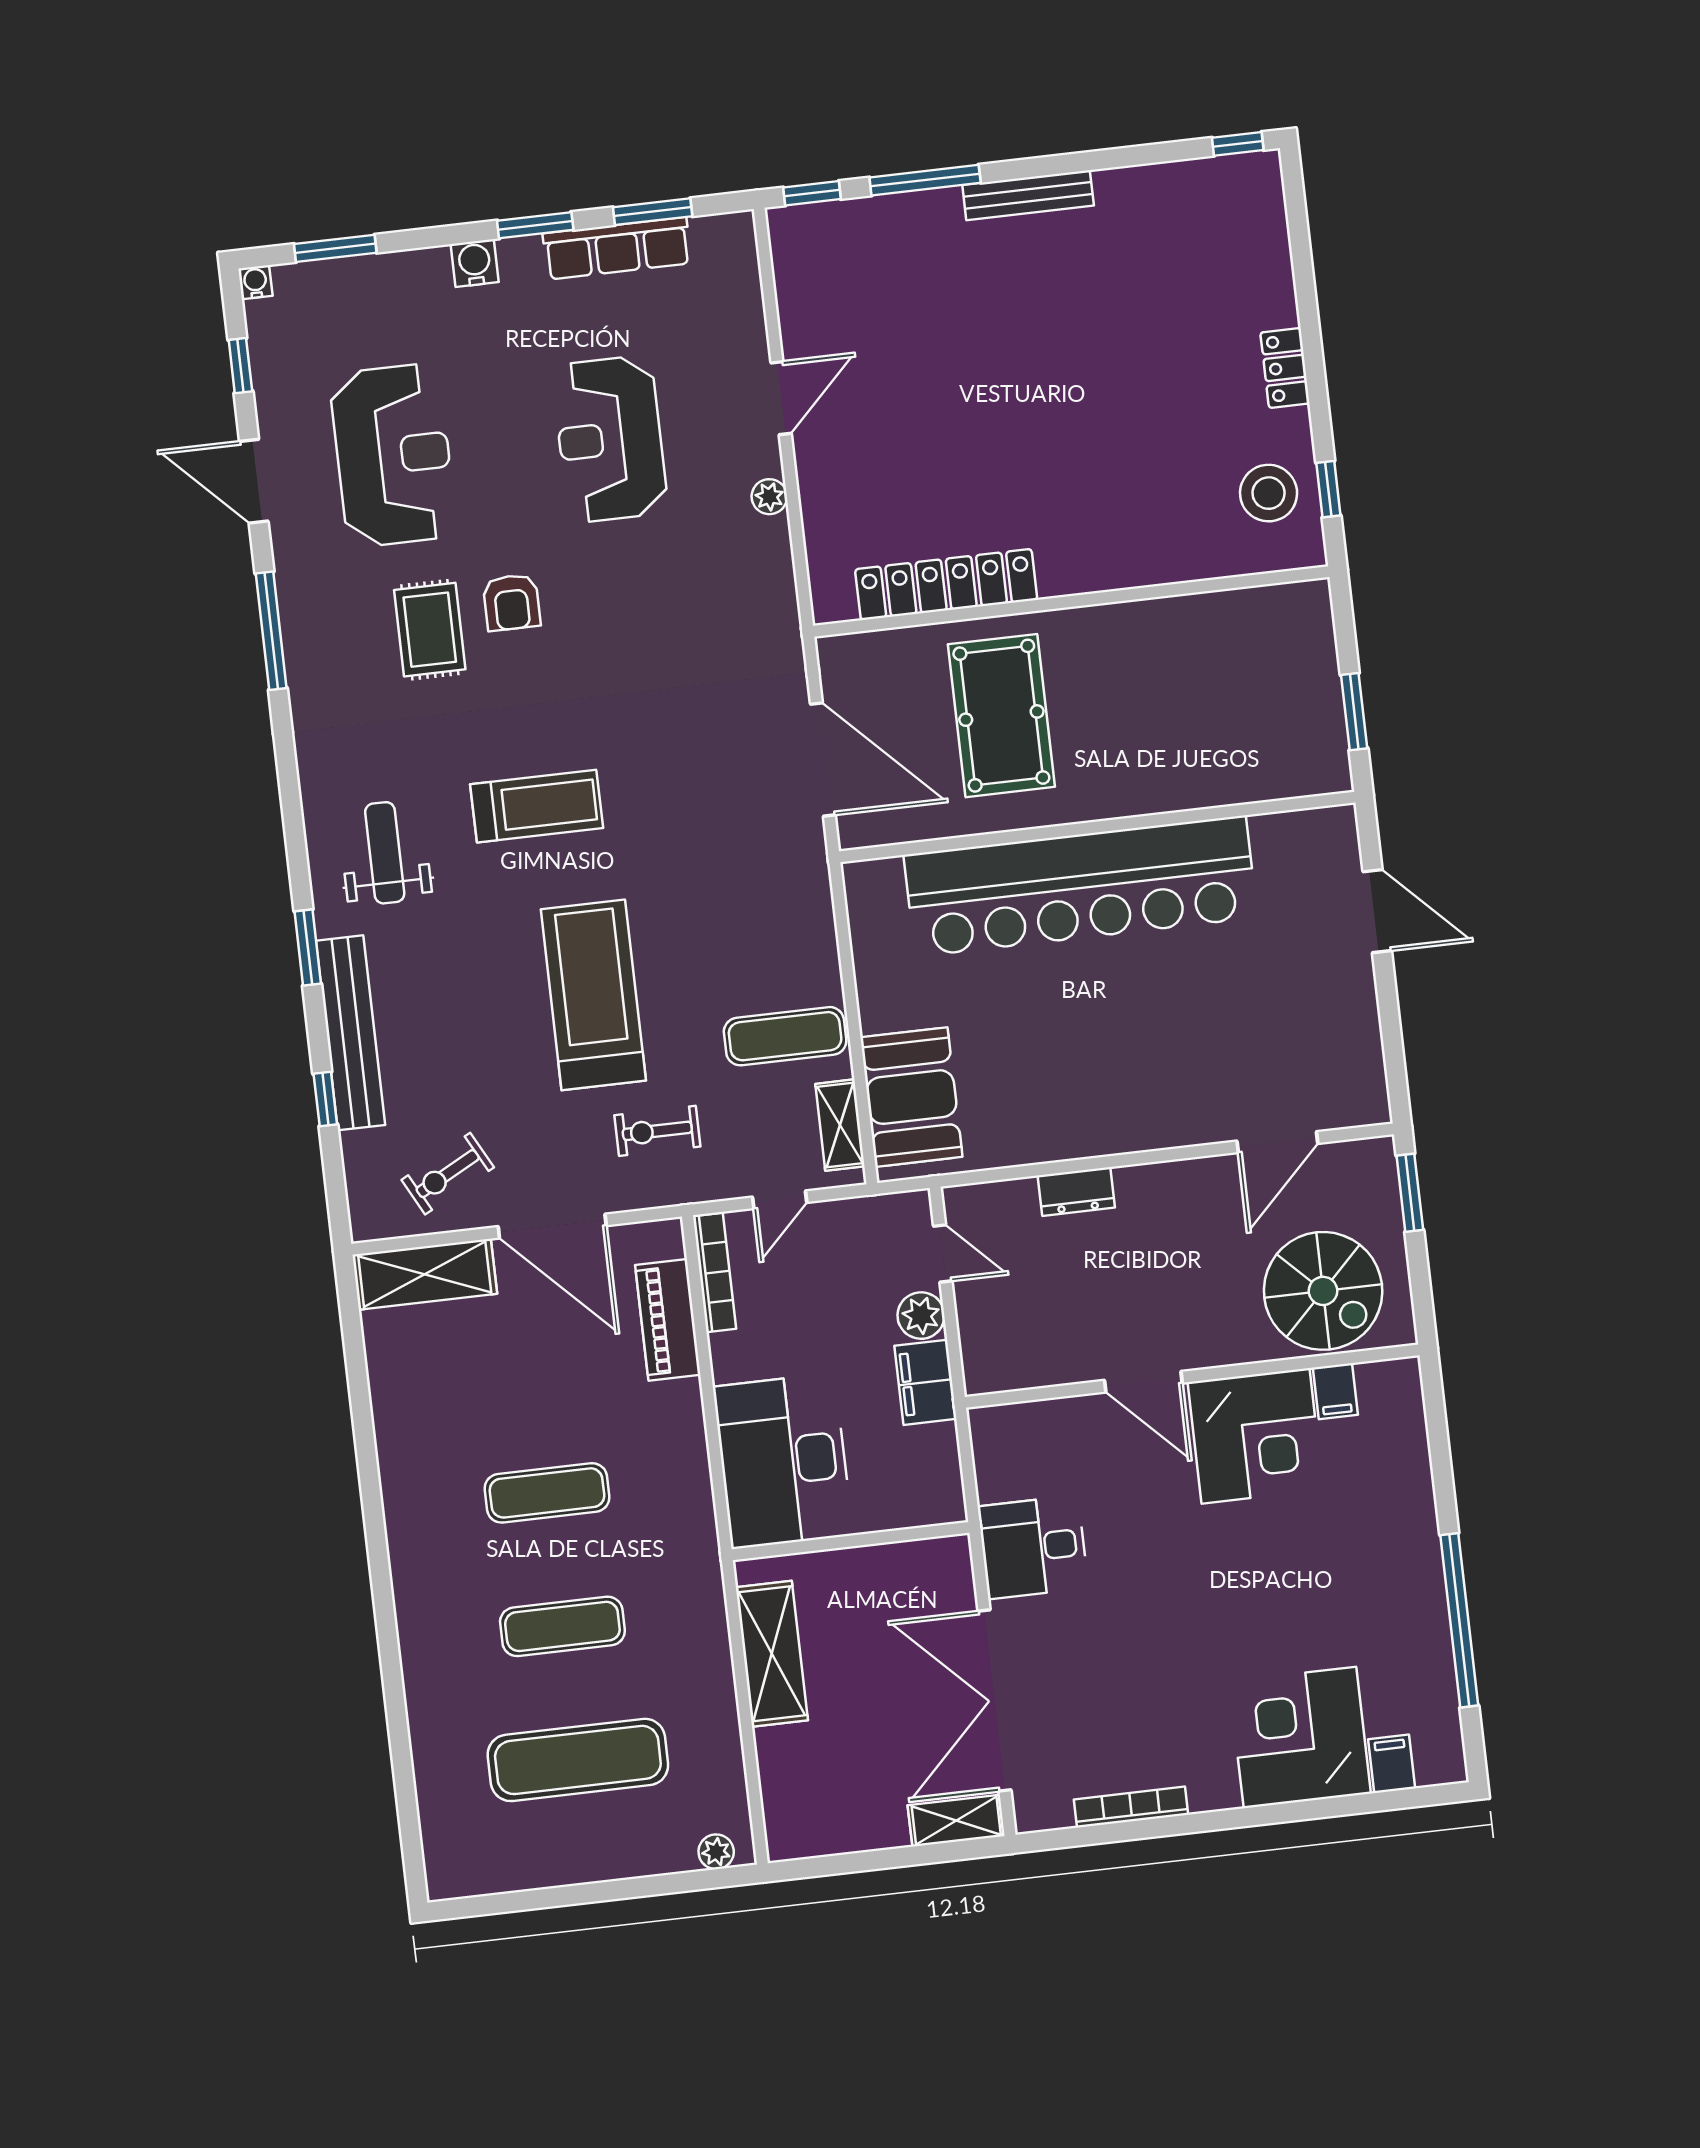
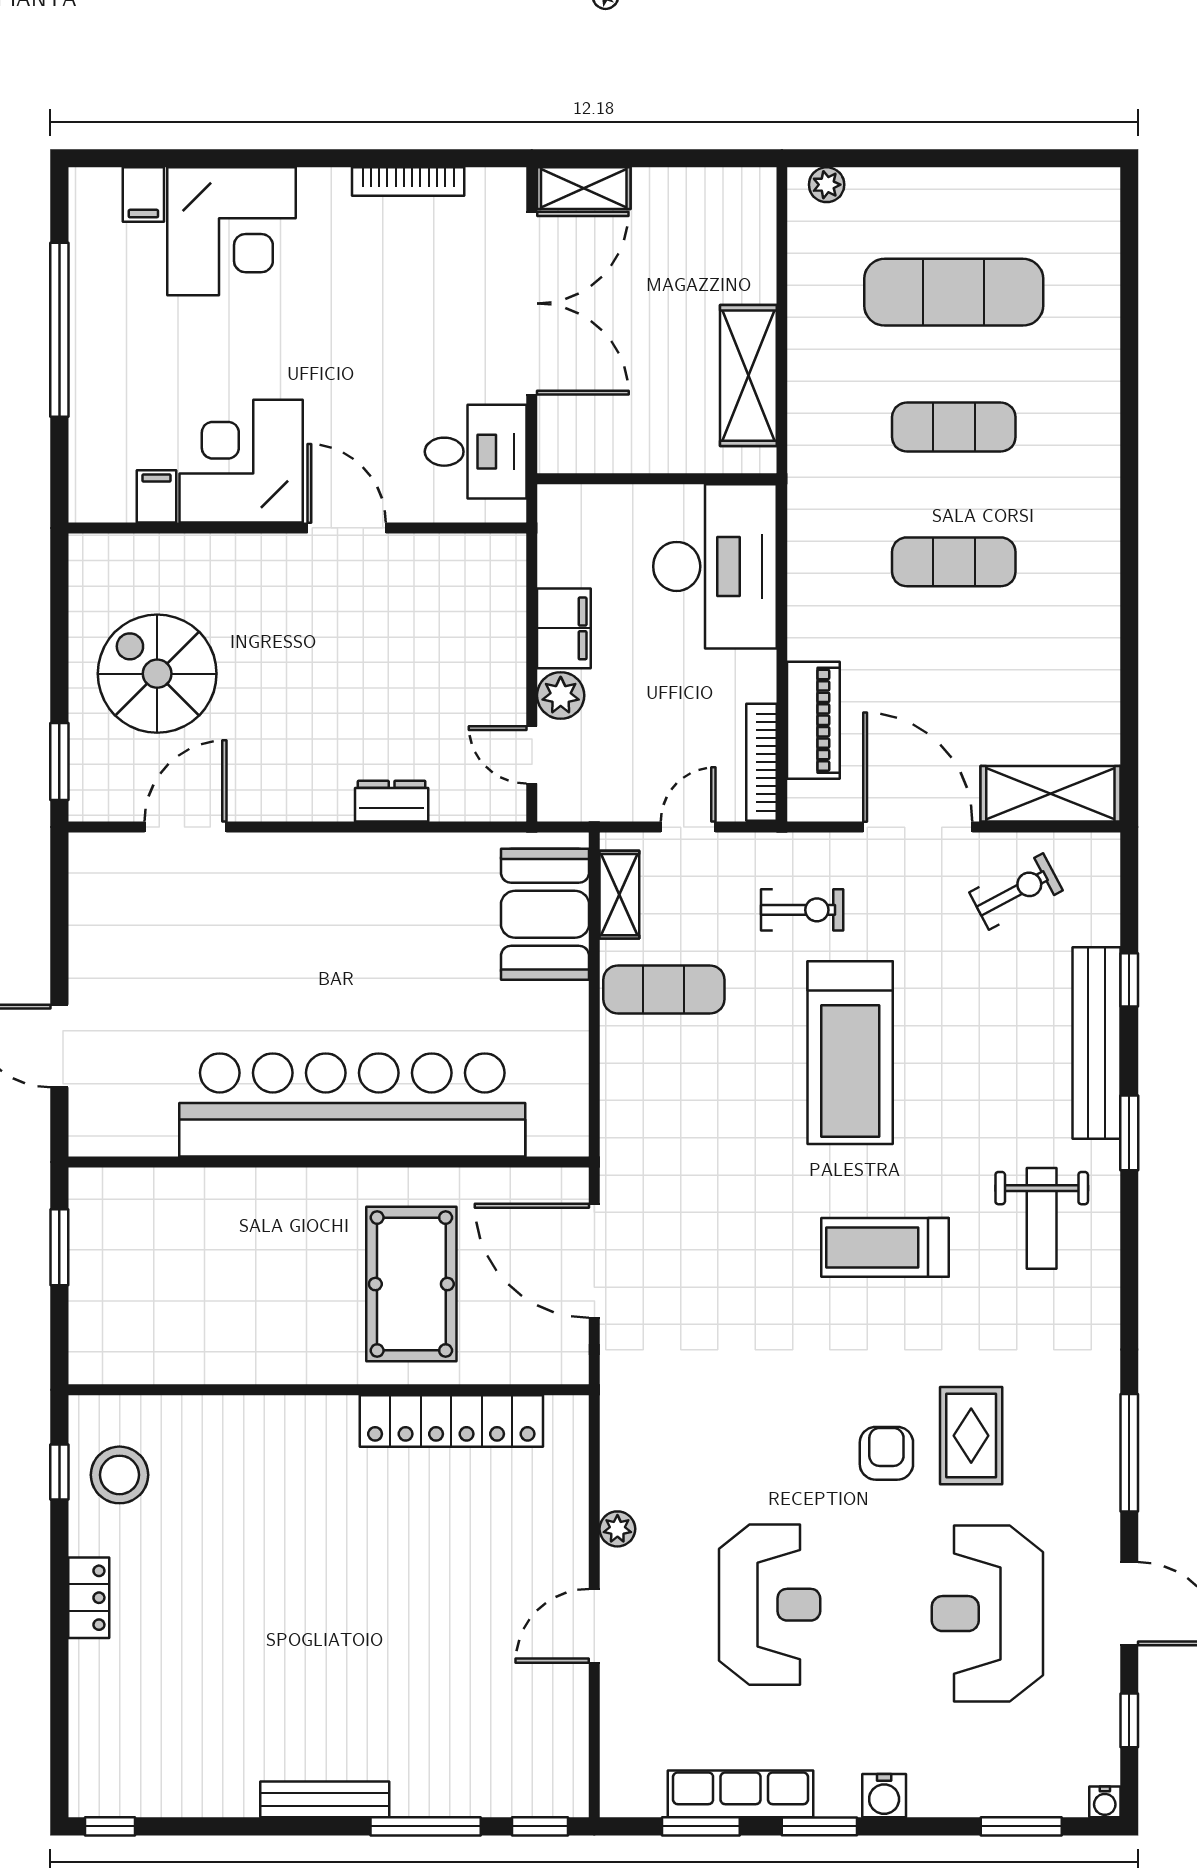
wall: (1192, 1376) -> (297, 528), moved
door: (1143, 1382) -> (347, 528), moved
filing cabinet: (1335, 1391) -> (157, 496), moved
corner desk: (1255, 1436) -> (241, 461), moved

